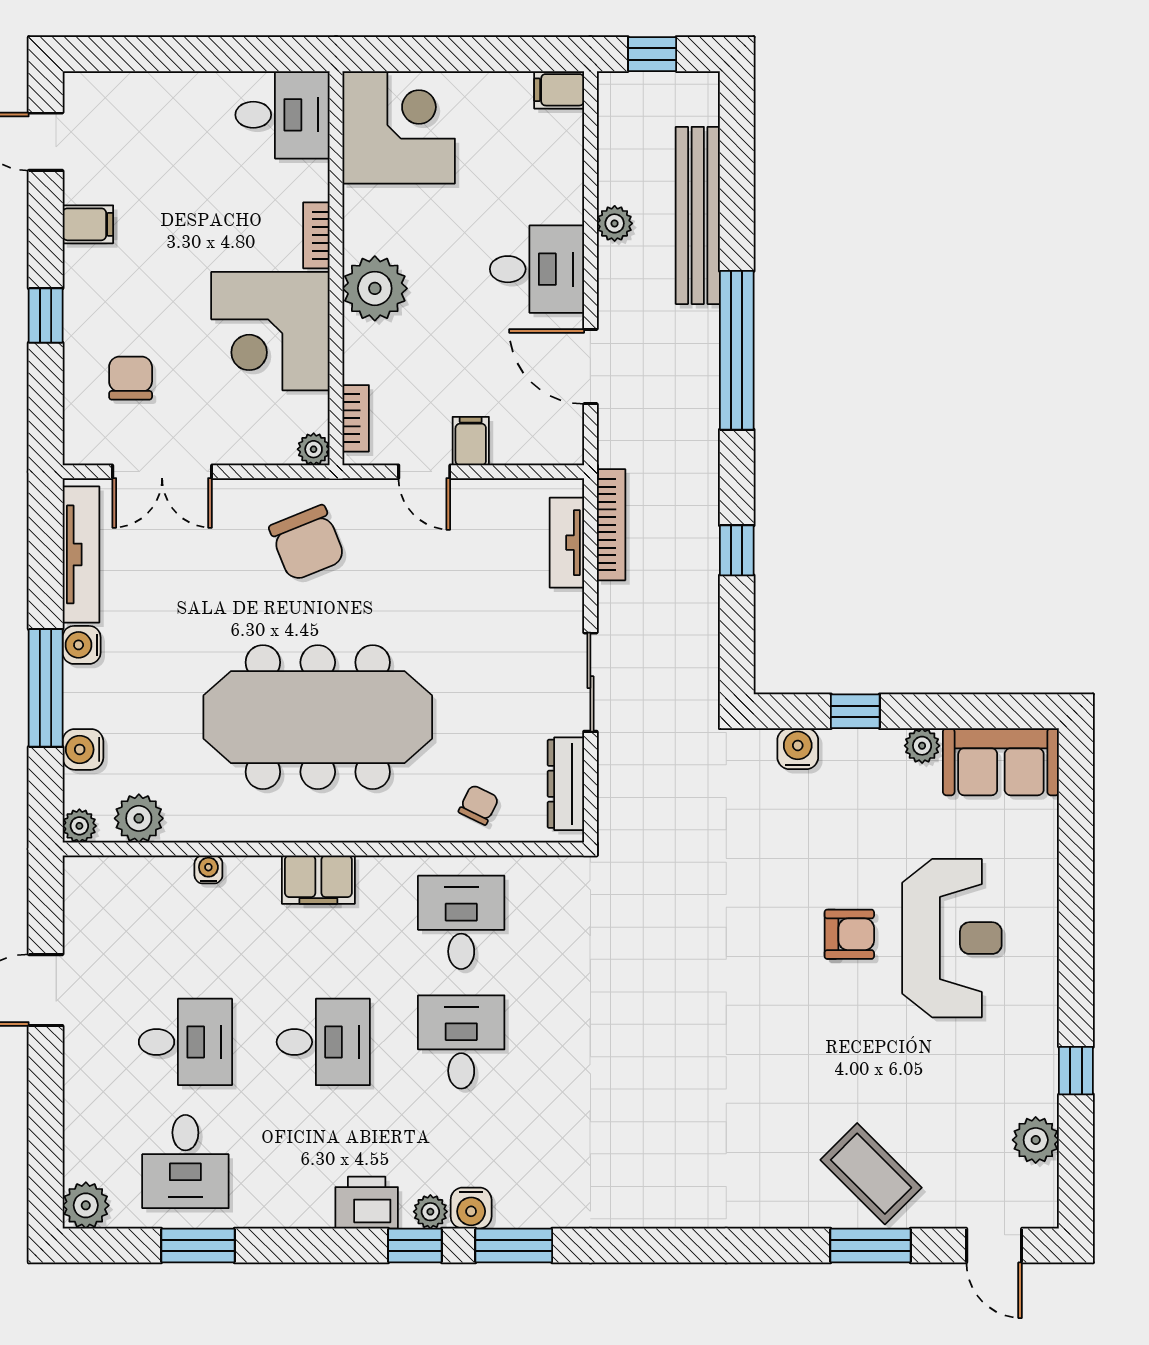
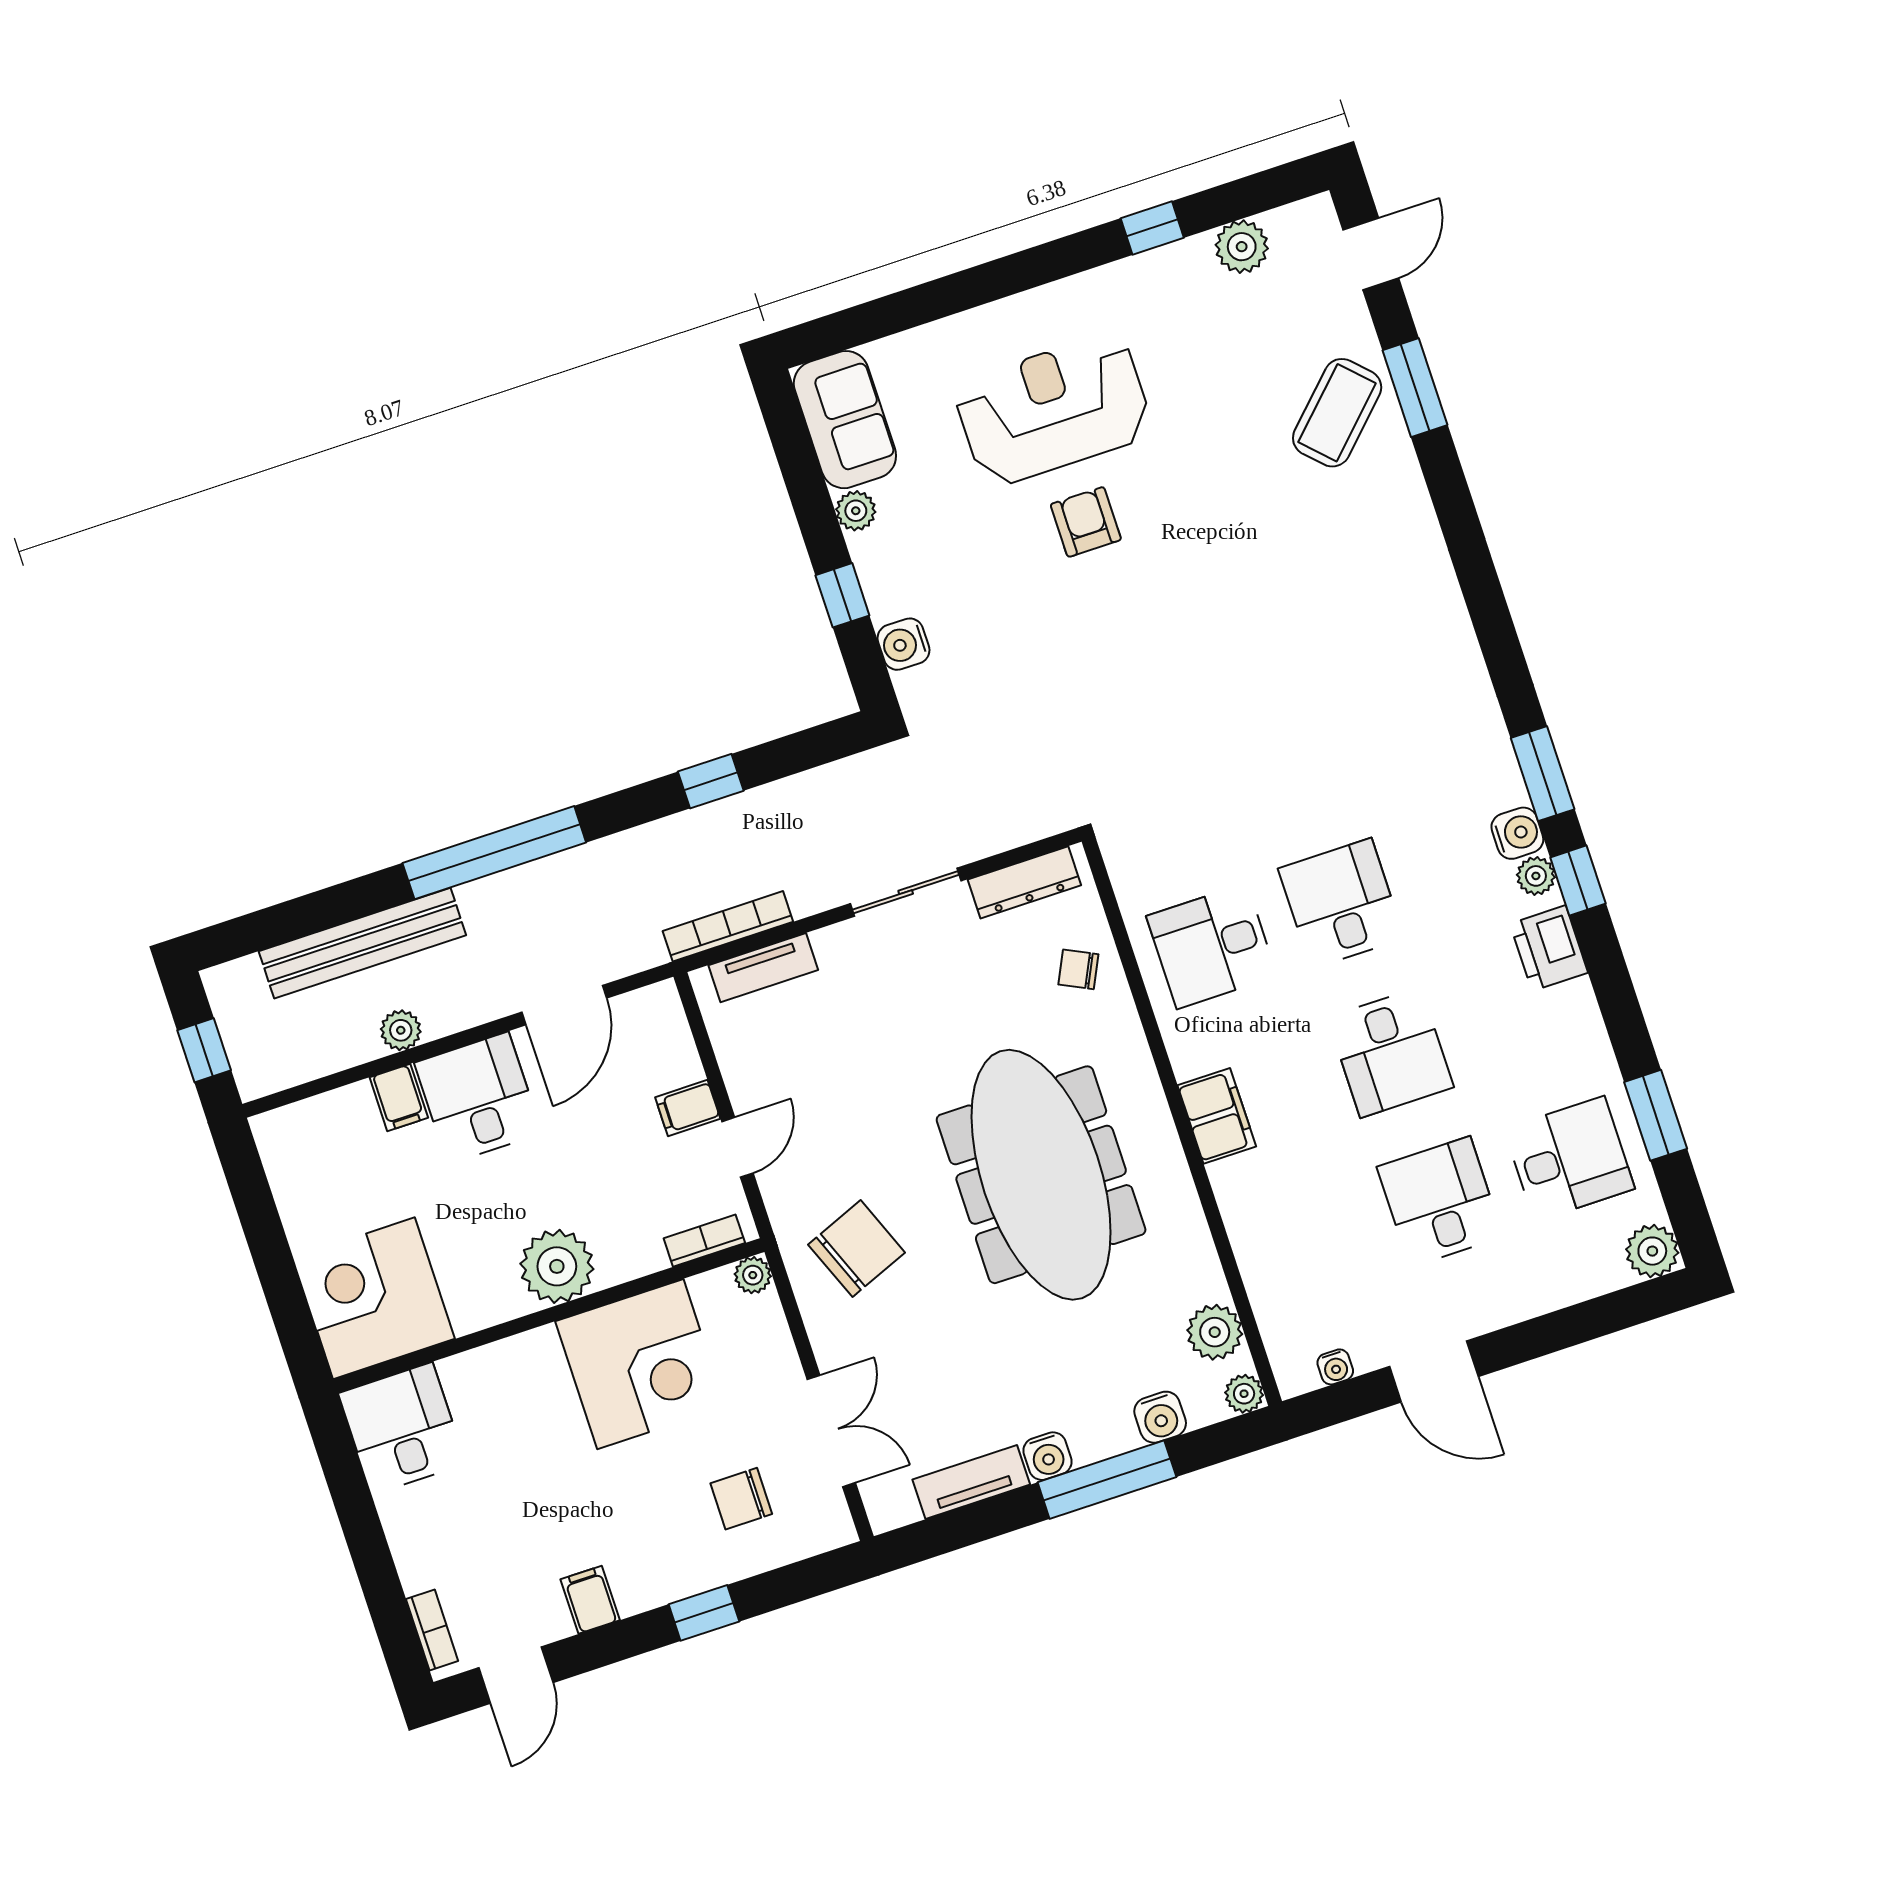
filing cabinet: (559, 90) -> (399, 1098), moved
bookcase: (316, 235) -> (432, 1630), moved, turned -90
tv unit: (81, 554) -> (971, 1482), width x0.71
water cooler: (208, 869) -> (1335, 1367), moved, turned -90
desk: (323, 1042) -> (1391, 1052), turned 180
desk: (461, 1042) -> (1341, 903), turned 90

